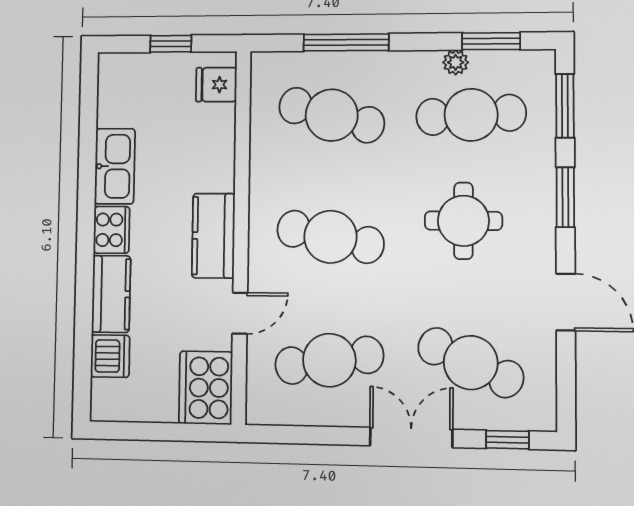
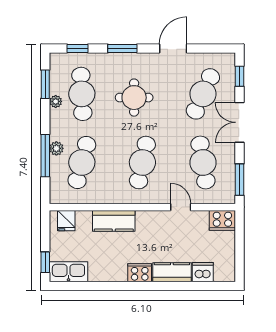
window: (171, 44) -> (45, 262), moved
plant: (360, 64) -> (56, 148), added
window: (565, 106) -> (78, 49), width x0.67
kitchen sink: (115, 166) -> (68, 272), moved
kitchen counter: (213, 236) -> (114, 221), moved
cooker: (206, 388) -> (222, 220), width x0.73, depth x0.76
window: (294, 435) -> (240, 180), added

